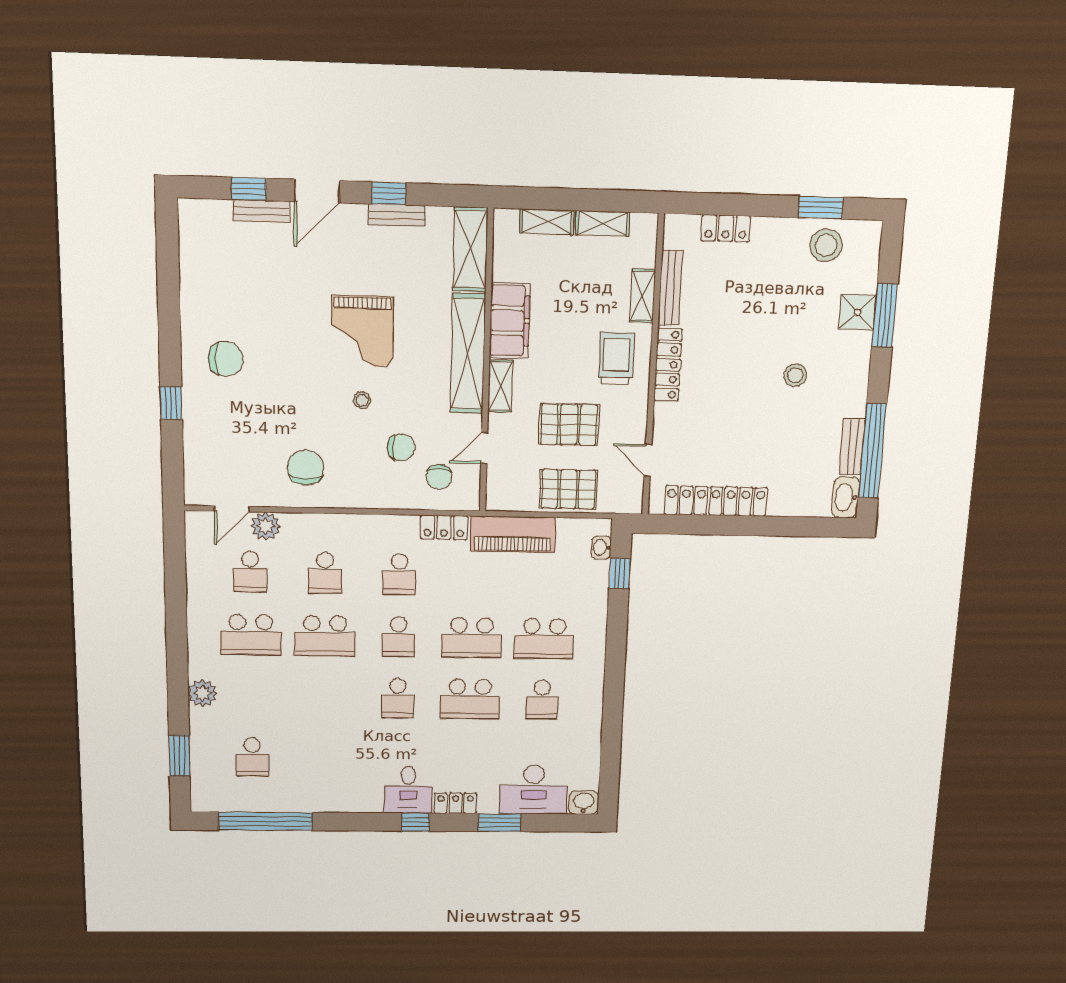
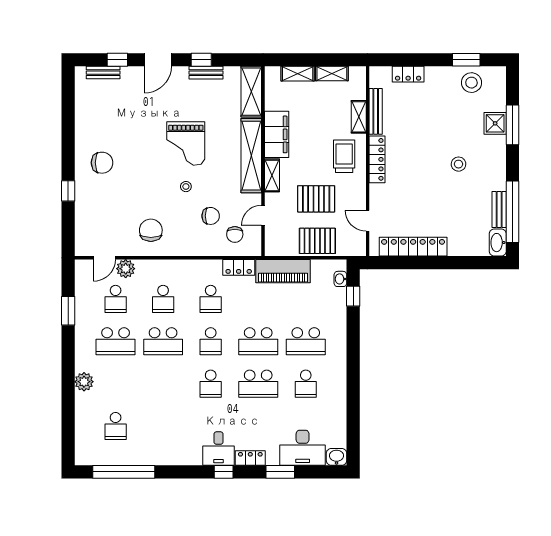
bench: (261, 211) -> (103, 73), moved
window: (179, 756) -> (68, 311), moved

